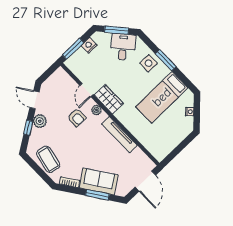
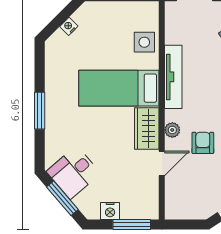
side table: (149, 63) -> (144, 42), moved
bed: (162, 97) -> (119, 88), moved, turned 180

